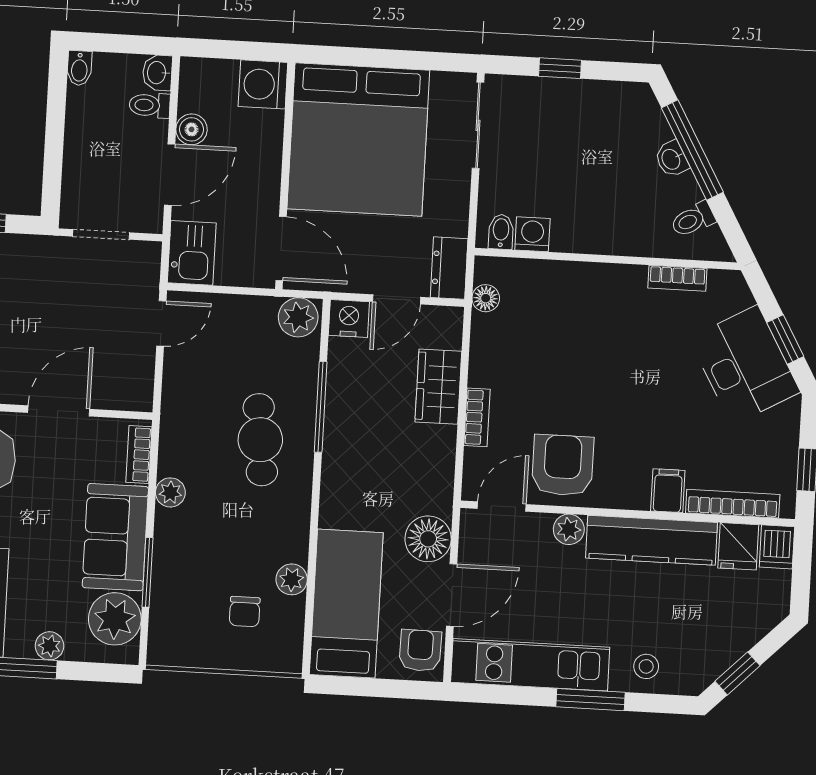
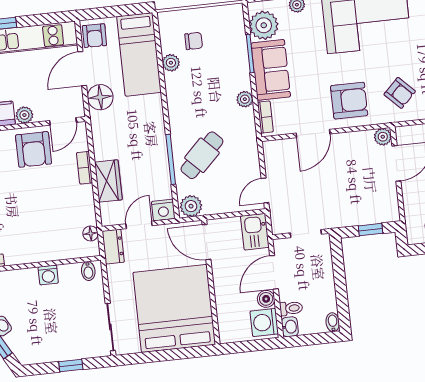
washing machine: (263, 84) -> (264, 322), moved, turned 180
washing machine: (532, 234) -> (48, 275), moved
cafe table: (260, 440) -> (202, 155), moved, turned 51
chair: (245, 612) -> (194, 41), turned 90

